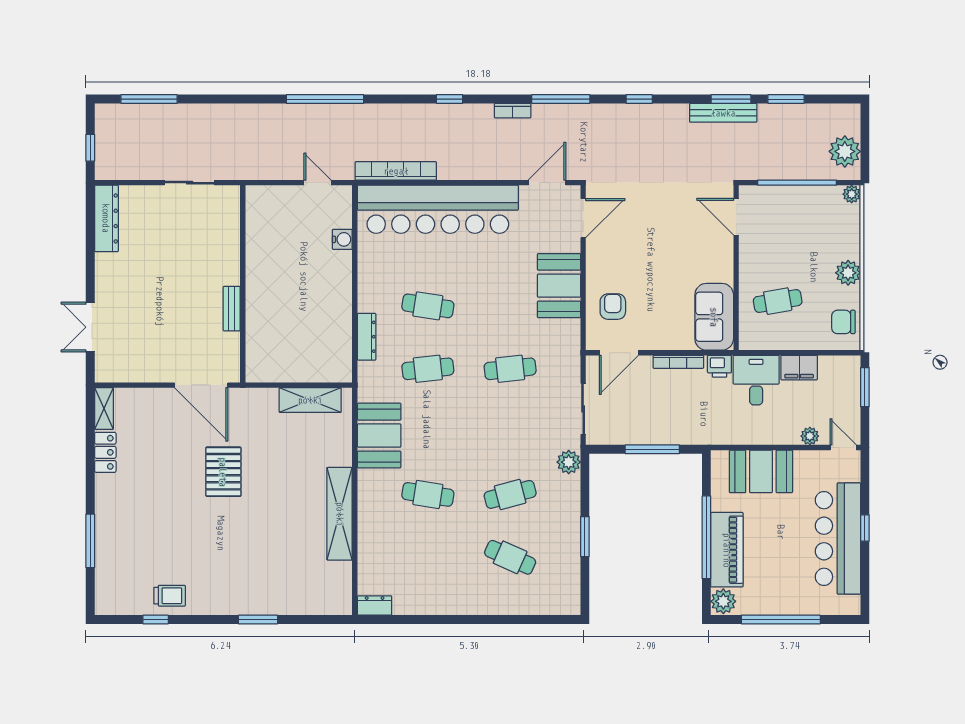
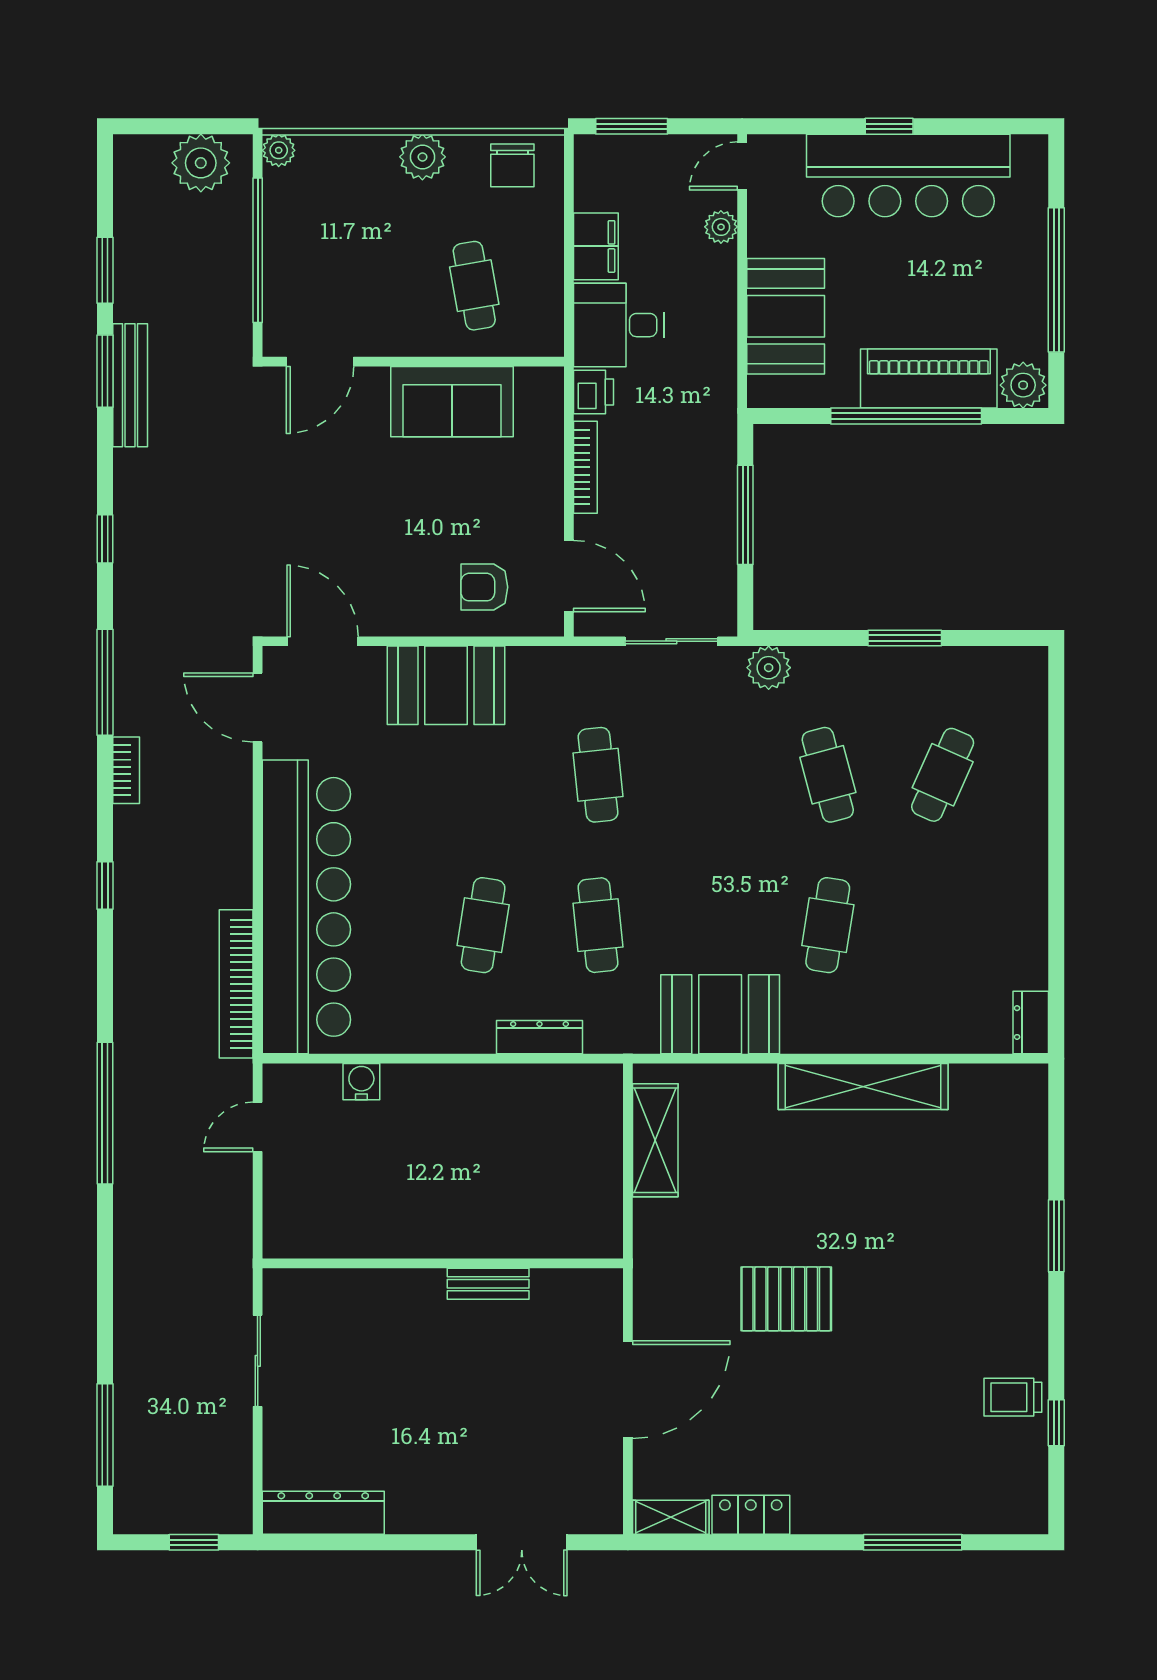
sofa: (714, 317) -> (452, 402), moved
door: (201, 385) -> (628, 1390), moved
trolley: (170, 596) -> (1013, 1397), turned -90

